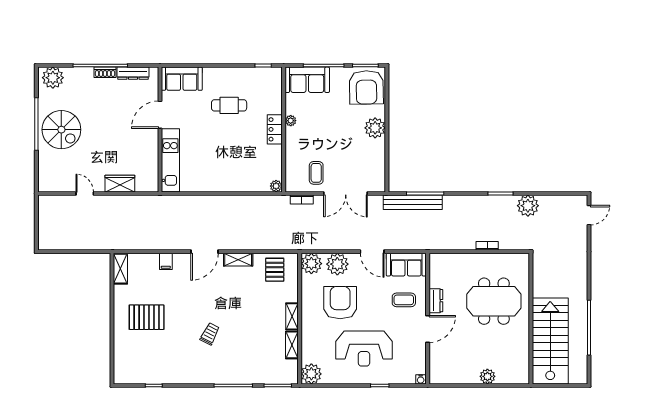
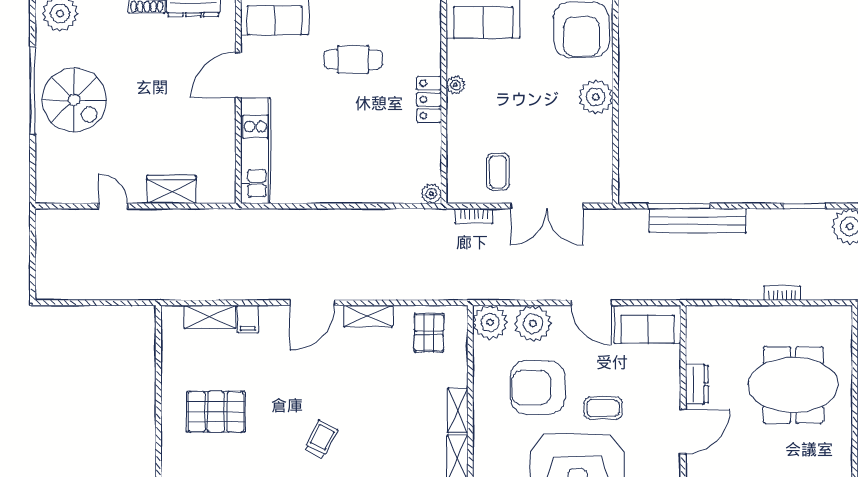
bench: (413, 202) -> (698, 221), moved
shelving: (120, 269) -> (210, 317), moved, turned 90
coffee table: (404, 300) -> (603, 408), moved
armchair: (340, 303) -> (538, 388), turned -90

